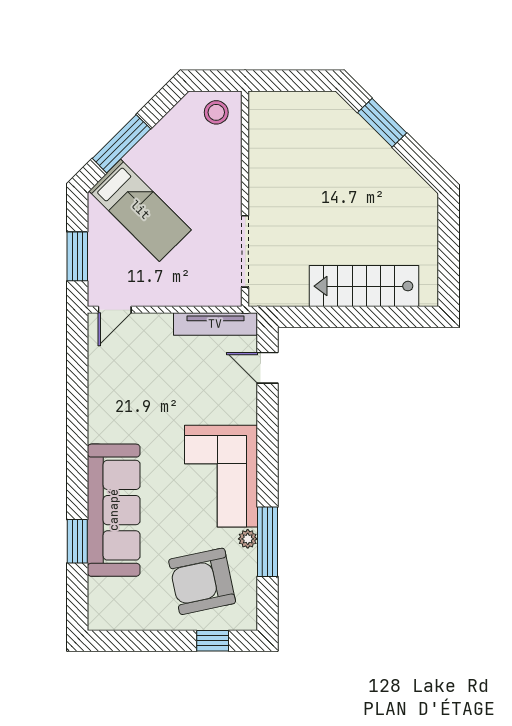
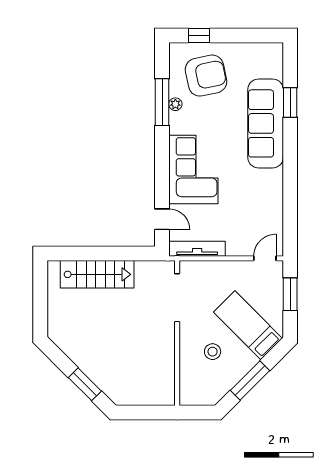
stool: (216, 112) -> (213, 352), moved
window: (121, 144) -> (250, 380), moved
corner sofa: (221, 476) -> (193, 170), moved

